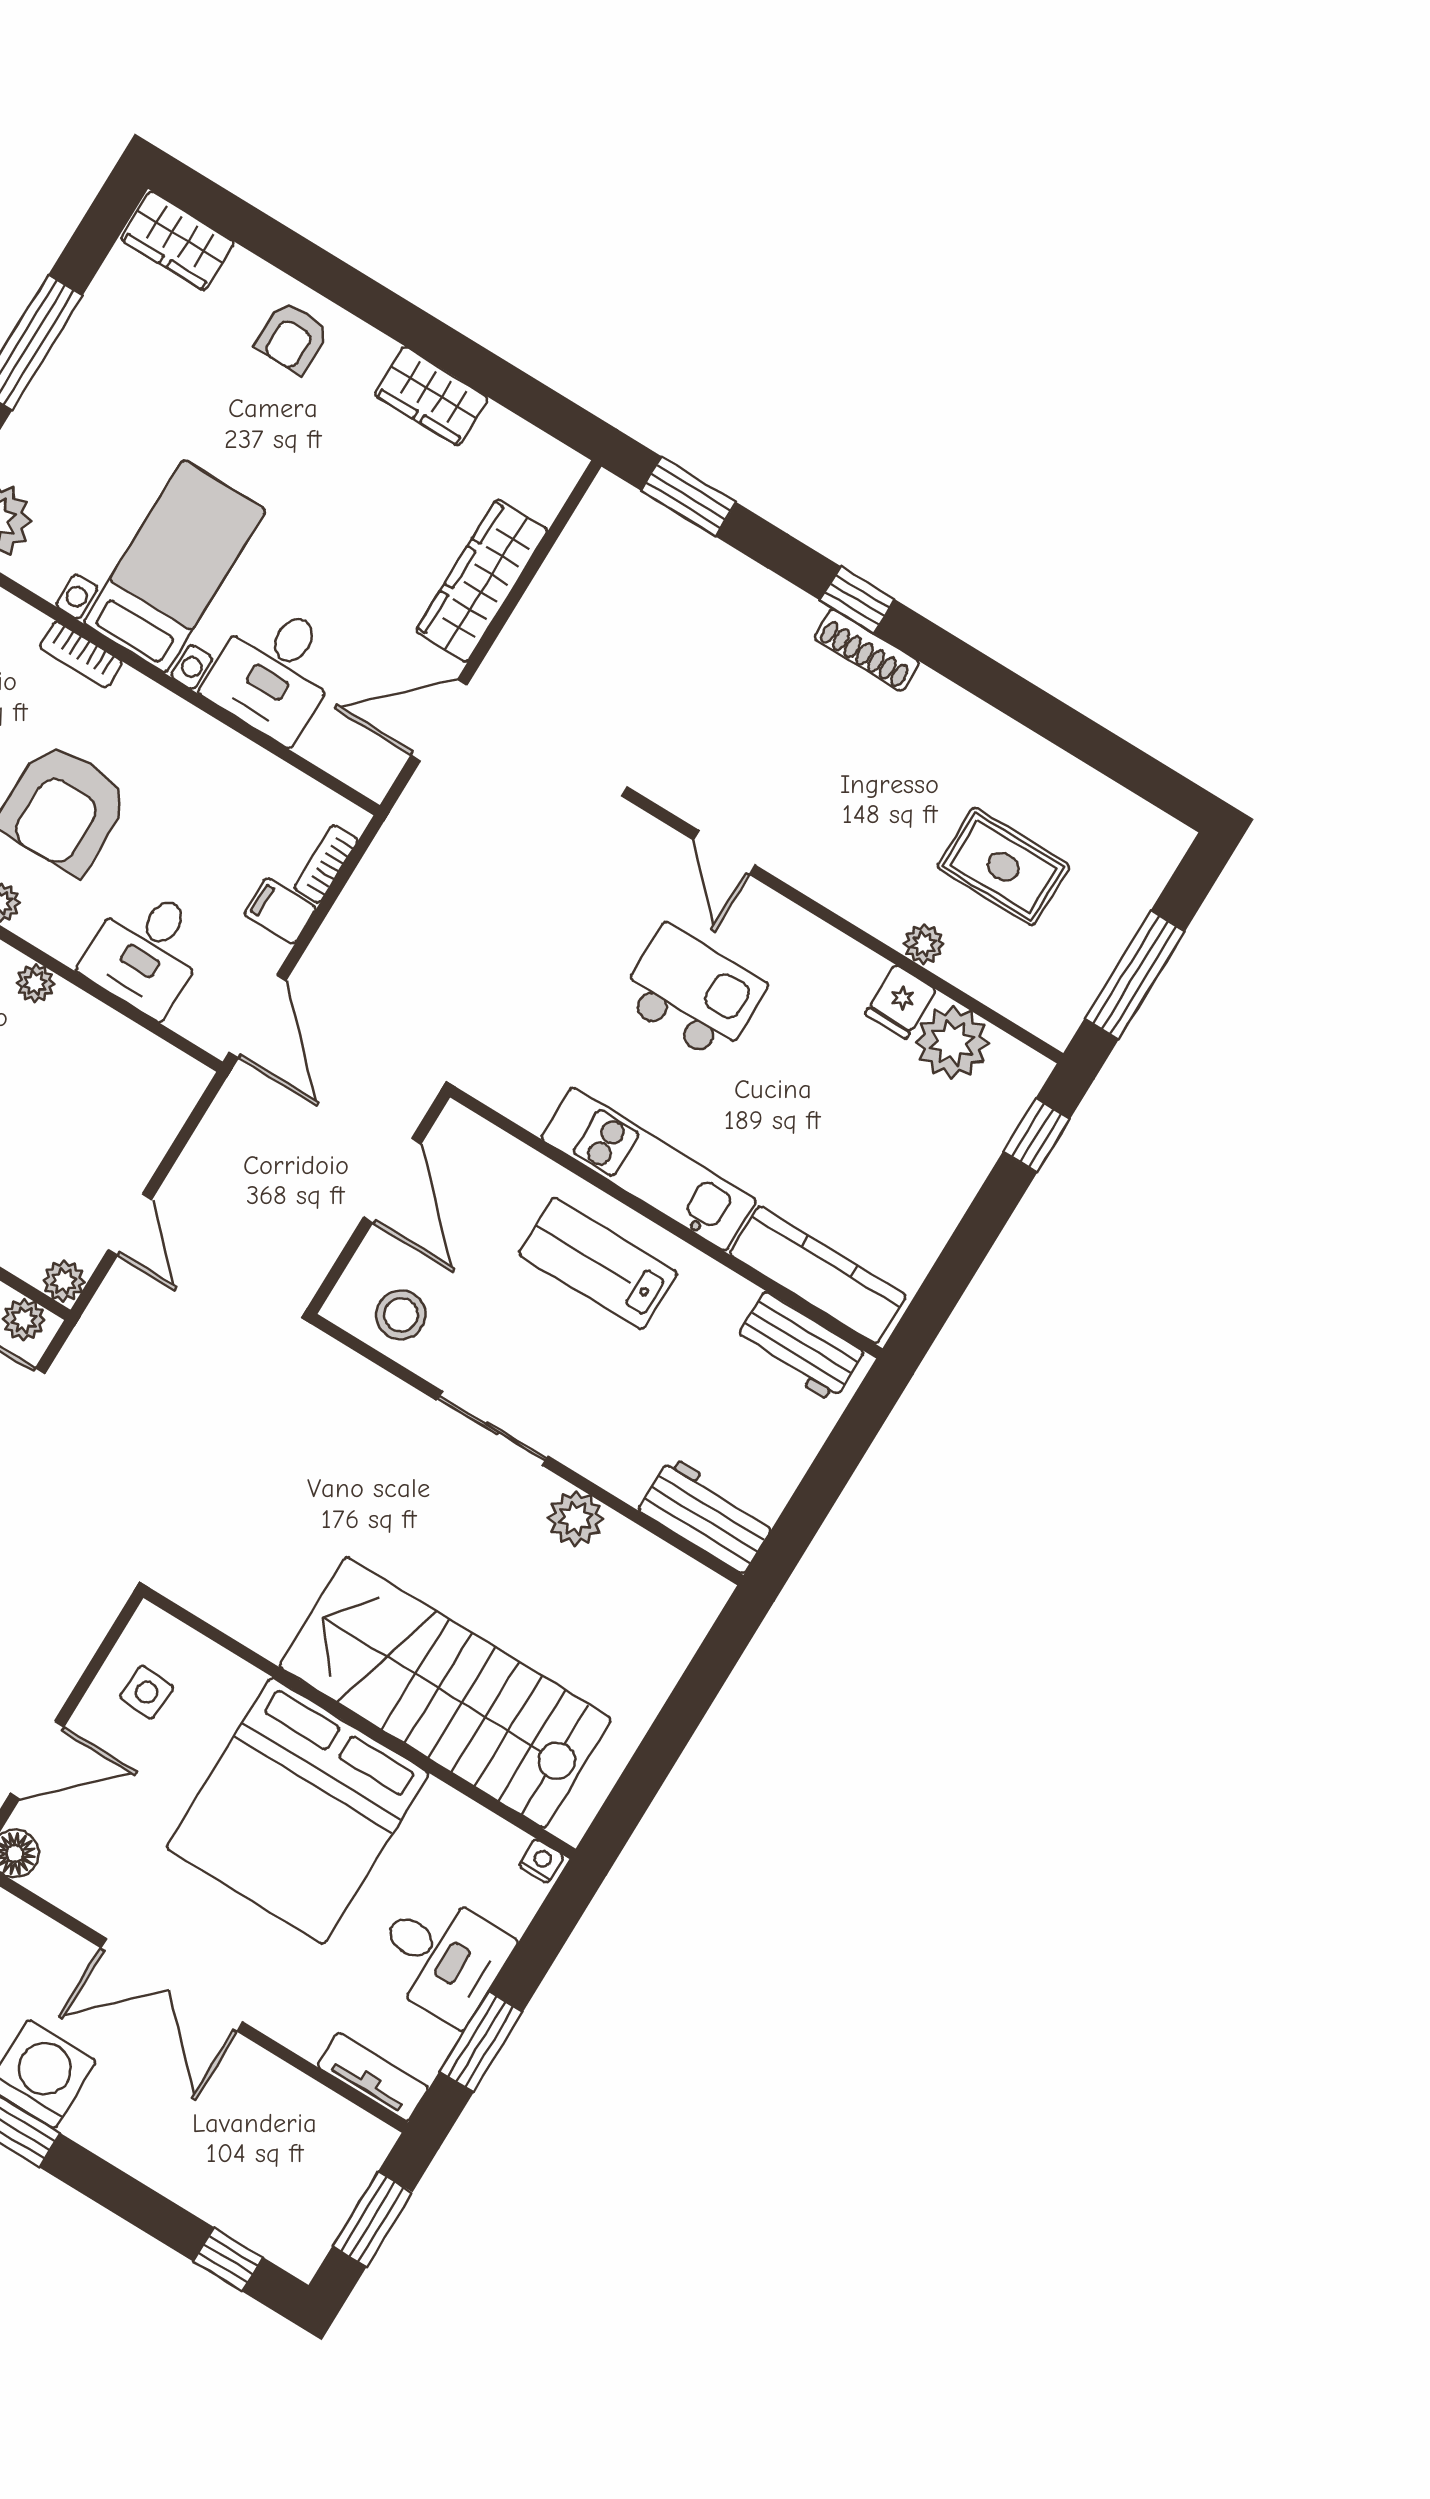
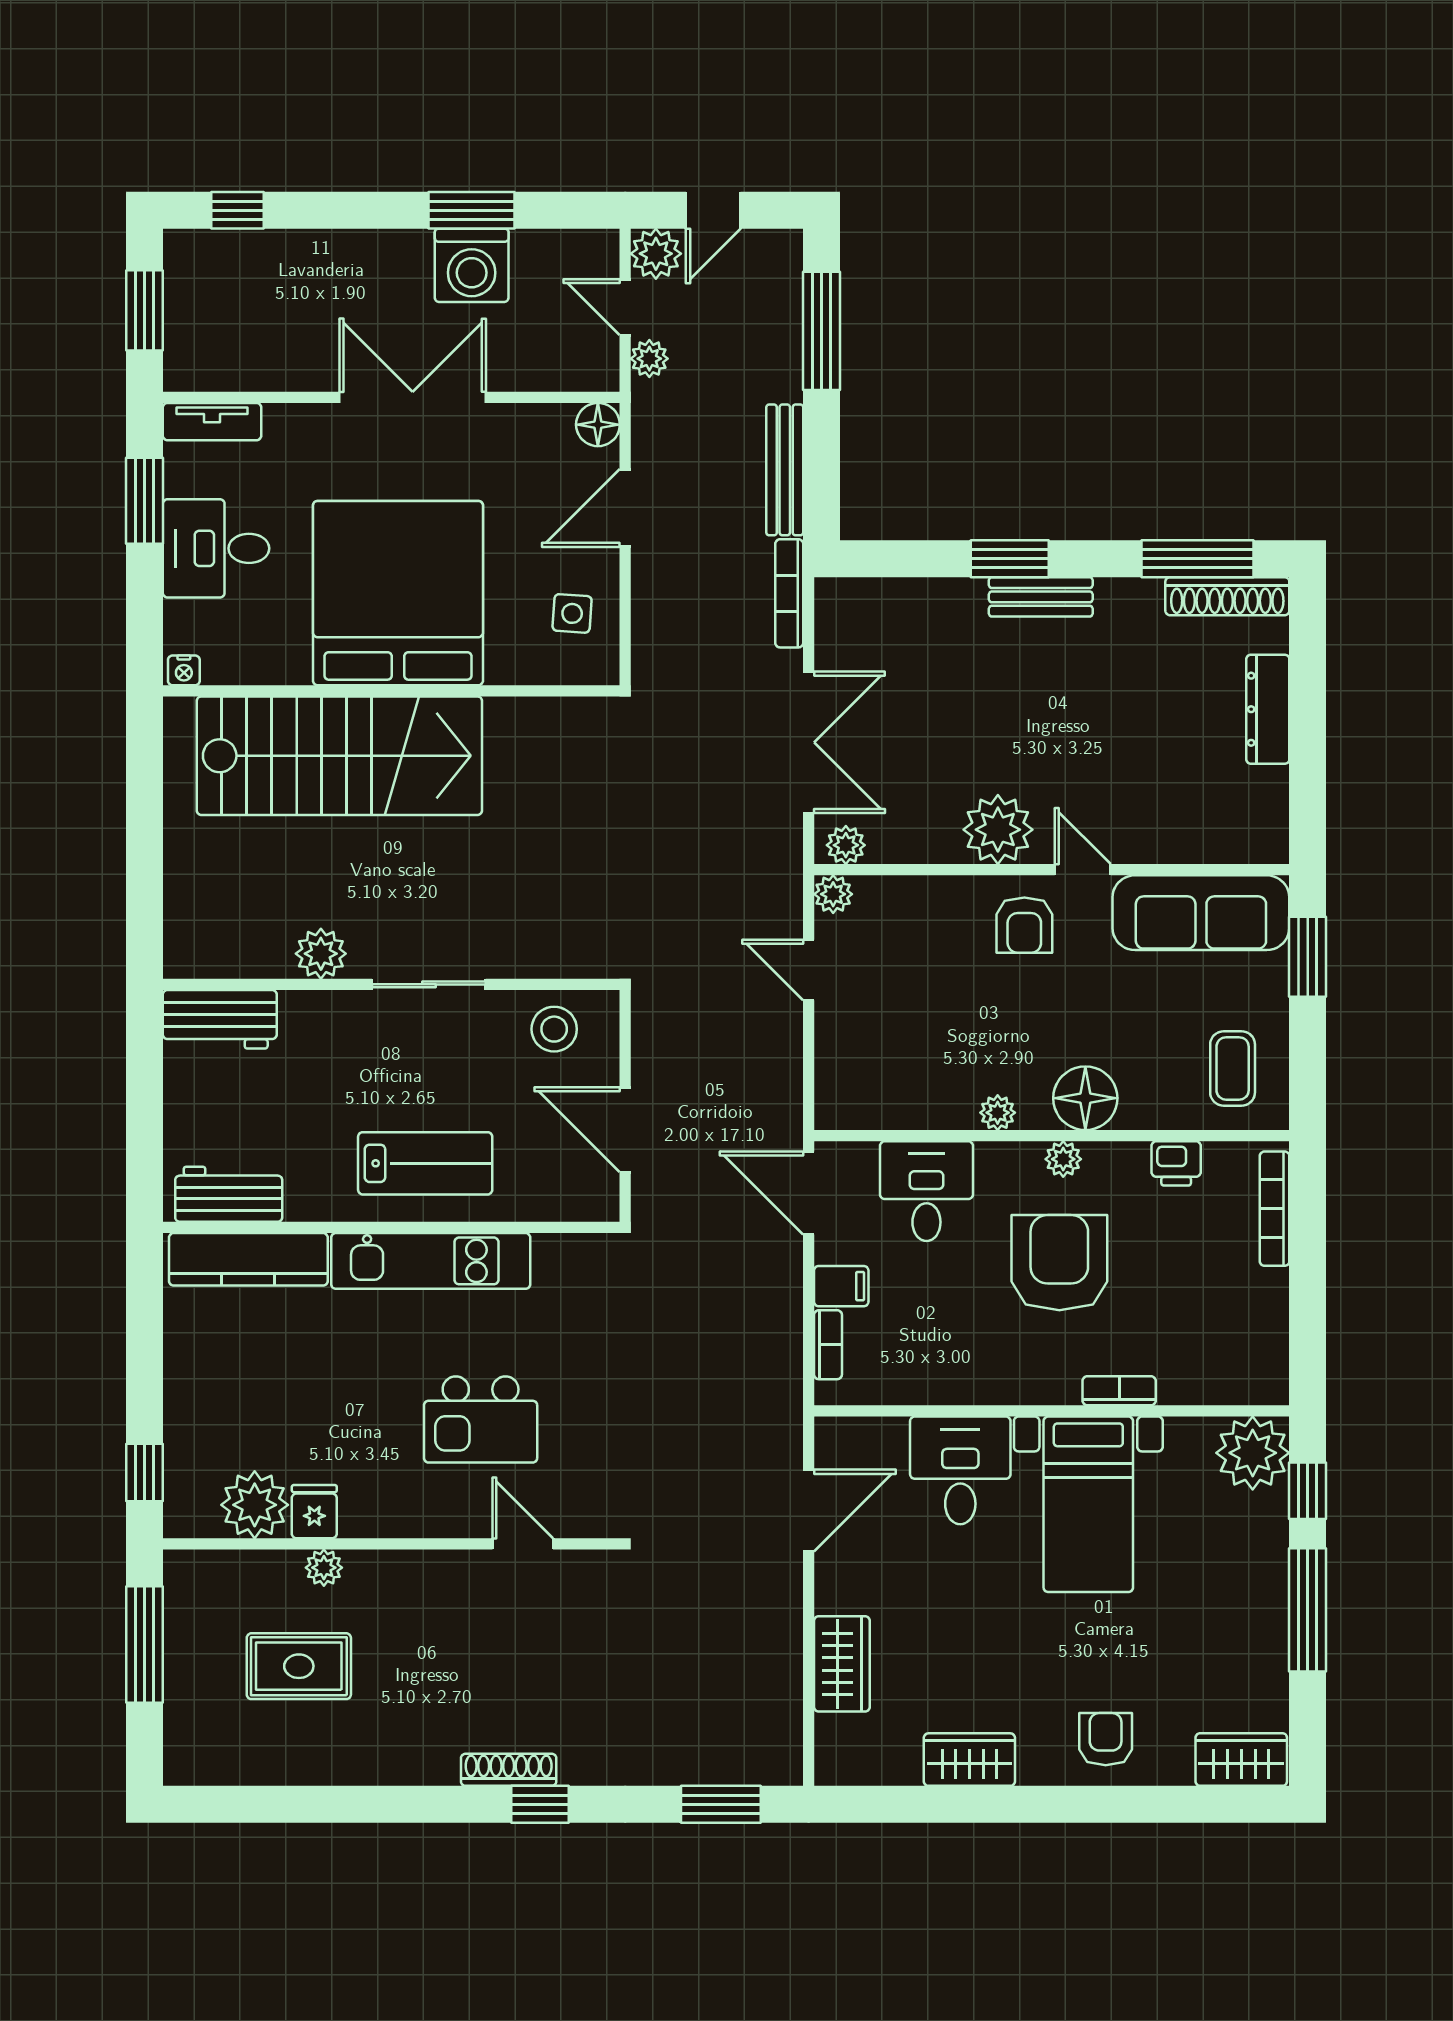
wardrobe: (482, 581) -> (842, 1664), width x0.67

